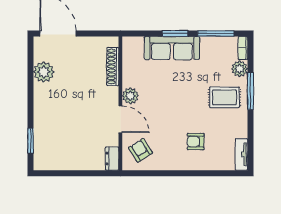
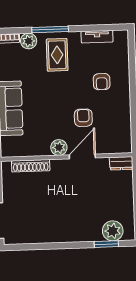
plant: (44, 72) -> (113, 231), moved
armchair: (140, 150) -> (83, 118), moved, turned 123
tv unit: (241, 154) -> (97, 37), moved

